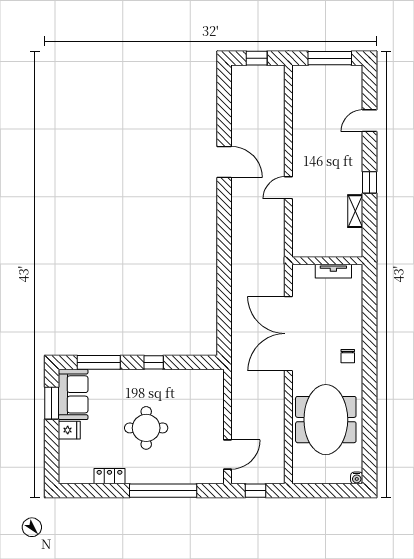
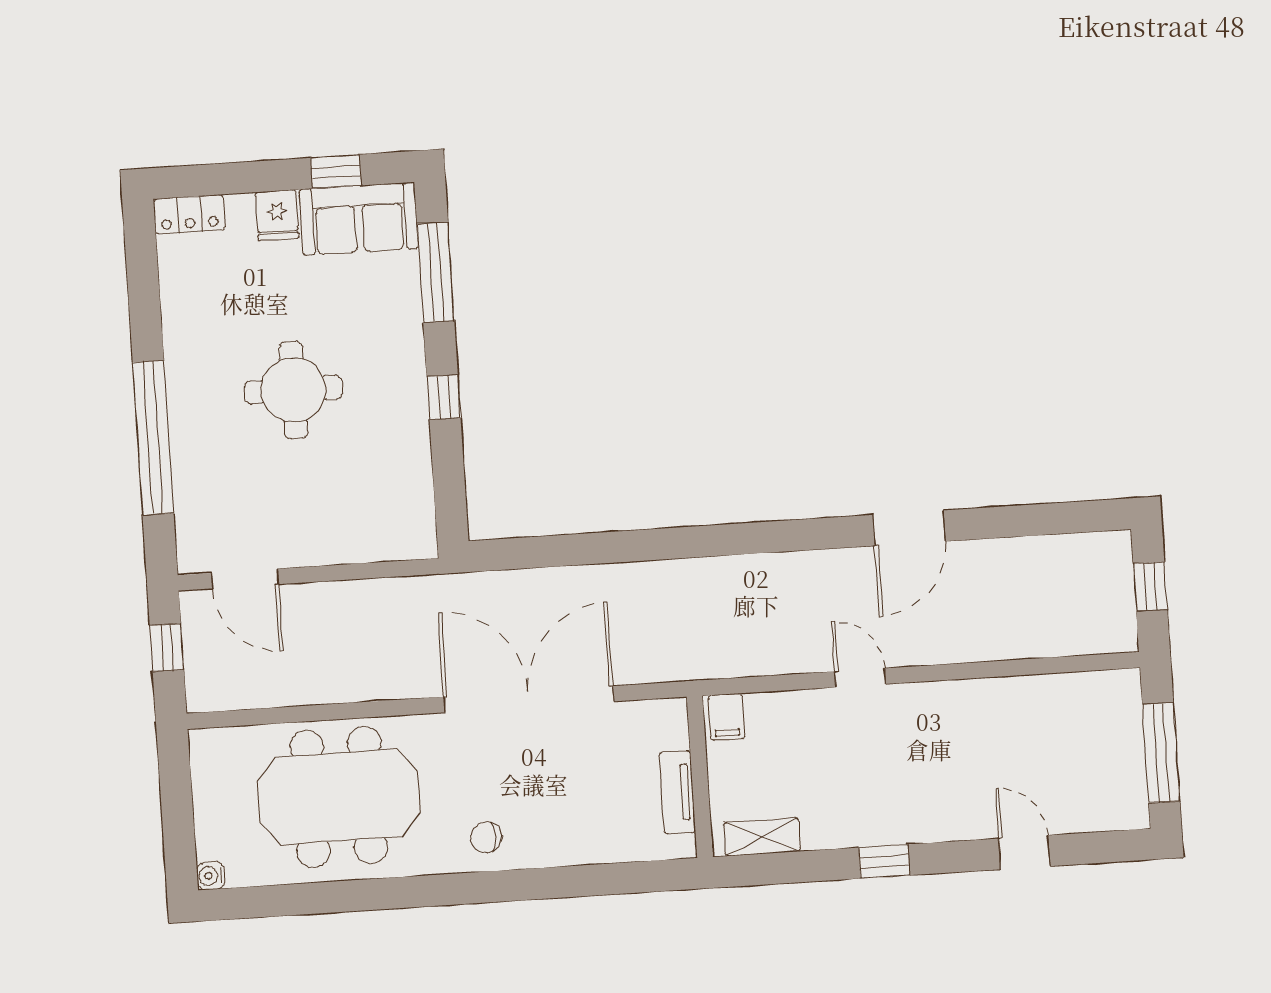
shelving: (355, 211) -> (762, 837), moved
filing cabinet: (302, 247) -> (726, 717), added
window: (52, 403) -> (336, 172), width x0.67
locker: (109, 476) -> (189, 214), moved, turned 90

